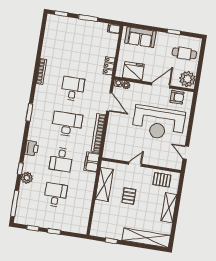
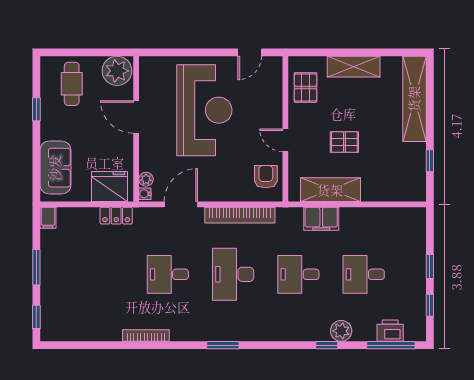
fridge: (133, 71) -> (110, 186), moved, turned 90
armchair: (177, 97) -> (266, 177), moved
printer: (32, 148) -> (390, 331), moved
desk: (61, 160) -> (298, 274), turned 180
filing cabinet: (92, 162) -> (321, 219), moved

